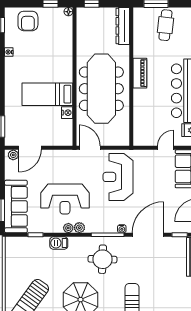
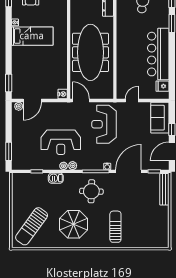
piano: (140, 73) -> (122, 40), removed
bed: (47, 94) -> (32, 36), moved, turned 180
nightstand: (67, 113) -> (63, 94), moved
door: (166, 148) -> (132, 101), moved
sofa: (16, 206) -> (21, 148), removed

